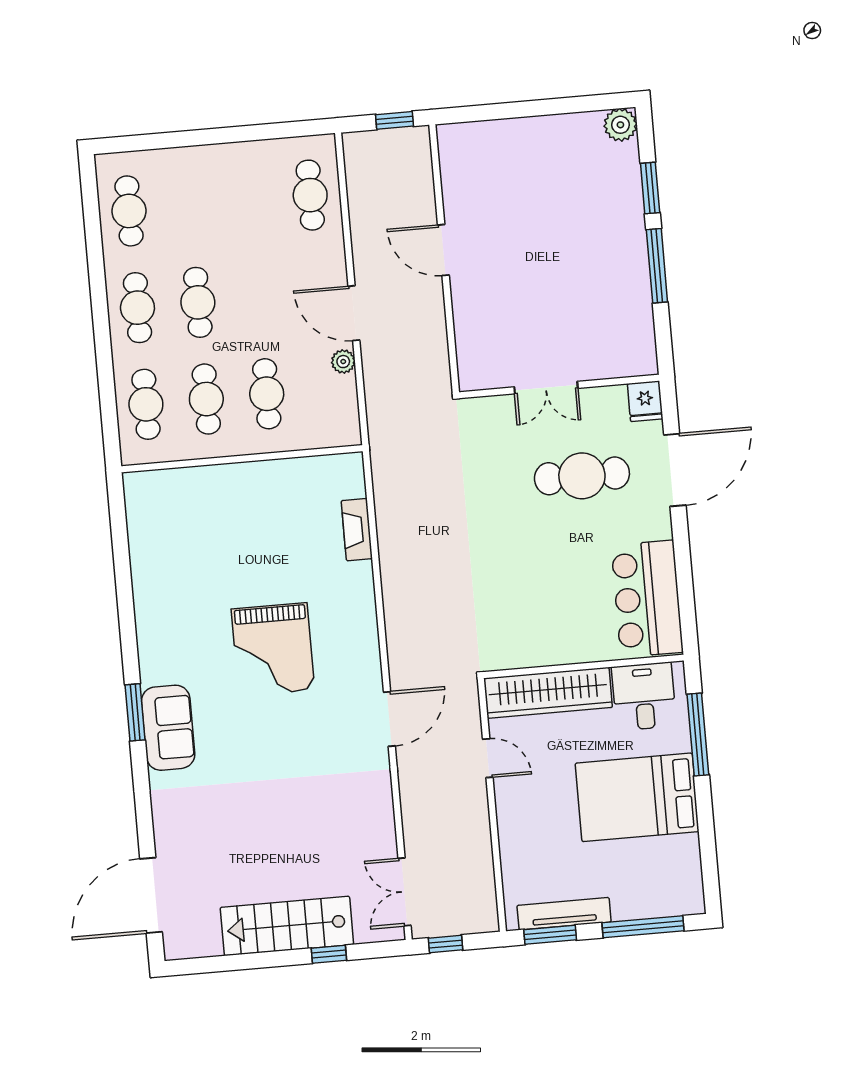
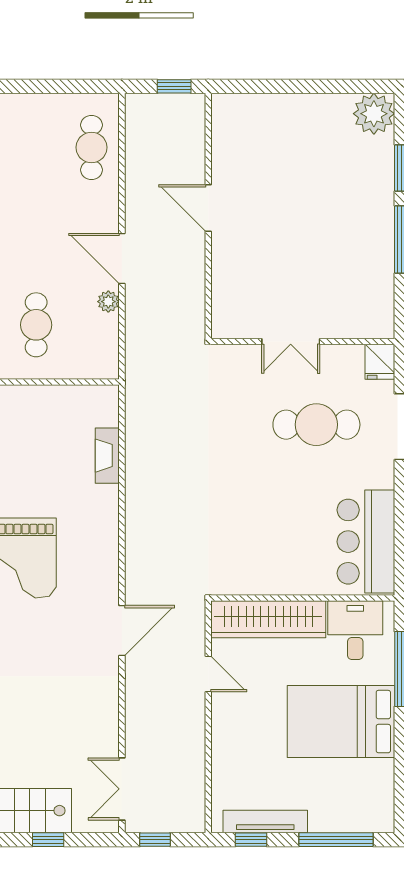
plant: (620, 125) -> (374, 114), width x1.36, depth x1.36
window: (550, 935) -> (251, 840), width x0.67

